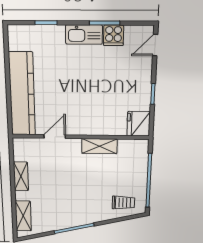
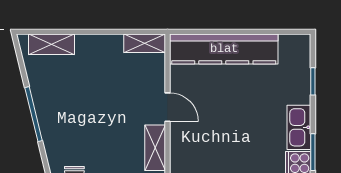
door: (55, 137) -> (168, 107), moved
shelving: (21, 176) -> (145, 43), moved

